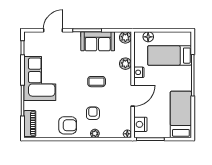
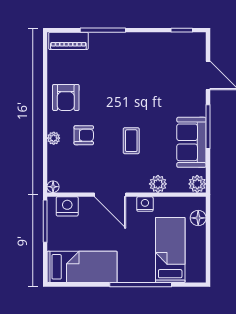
corner sofa: (40, 79) -> (136, 56), removed

